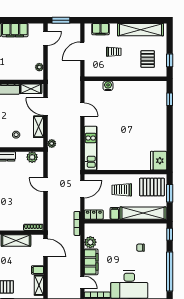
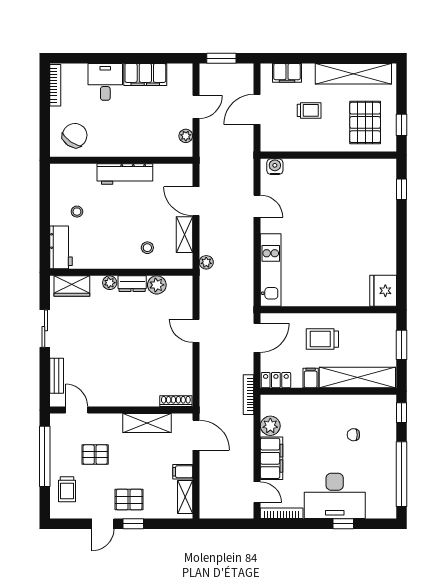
door: (45, 38) -> (196, 107), moved
pallet: (148, 59) -> (365, 122), width x1.50, depth x1.42
water cooler: (108, 86) -> (275, 167), moved
shelving: (31, 89) -> (172, 172), removed
plant: (32, 157) -> (157, 285), moved
pallet: (152, 187) -> (372, 334), removed

